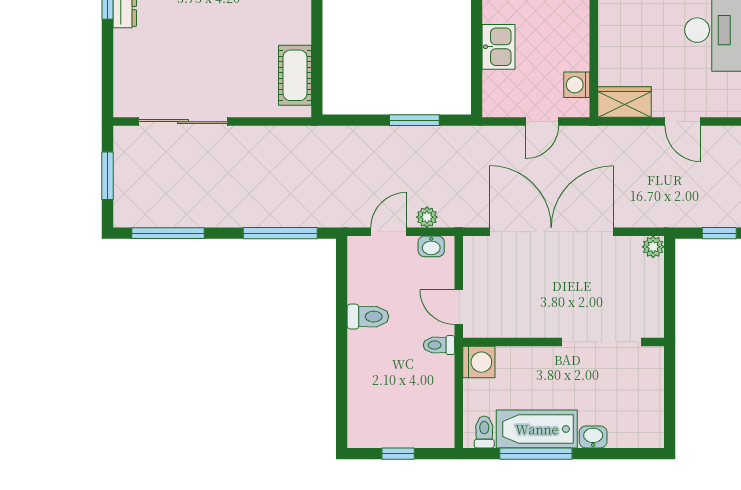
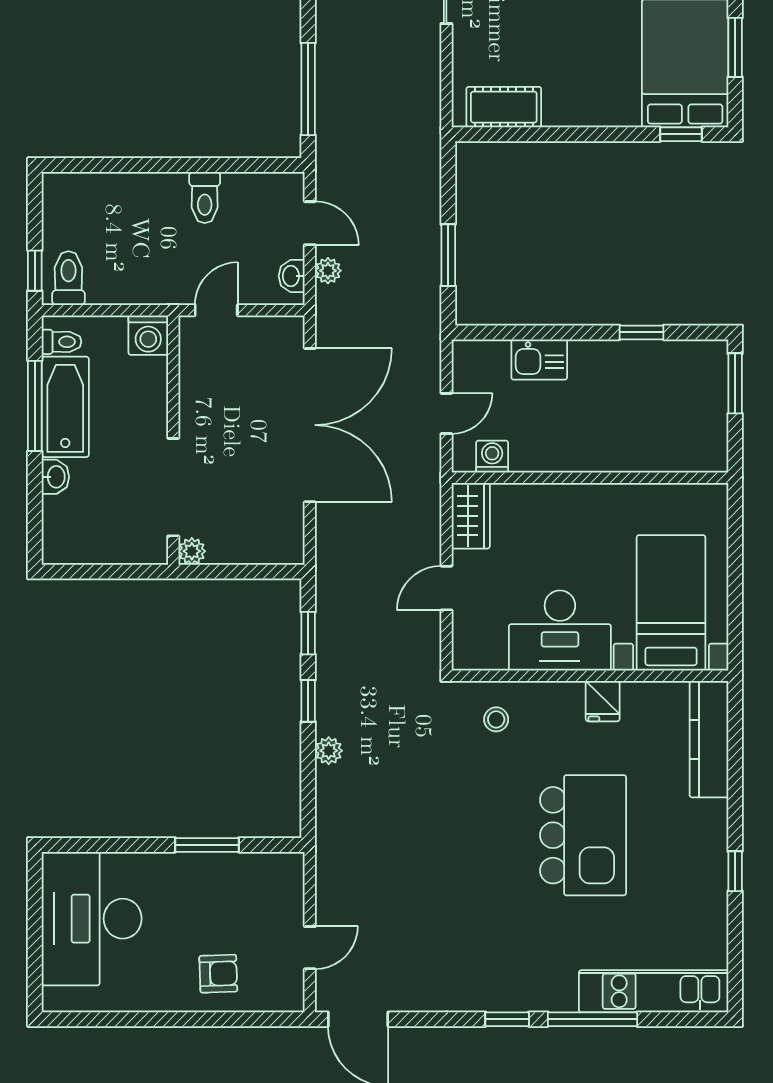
door: (542, 122) -> (446, 413), swing flipped
plant: (653, 247) -> (192, 551), moved
toilet: (439, 345) -> (68, 278), moved, width x1.37, depth x1.39
window: (398, 454) -> (35, 271), moved

